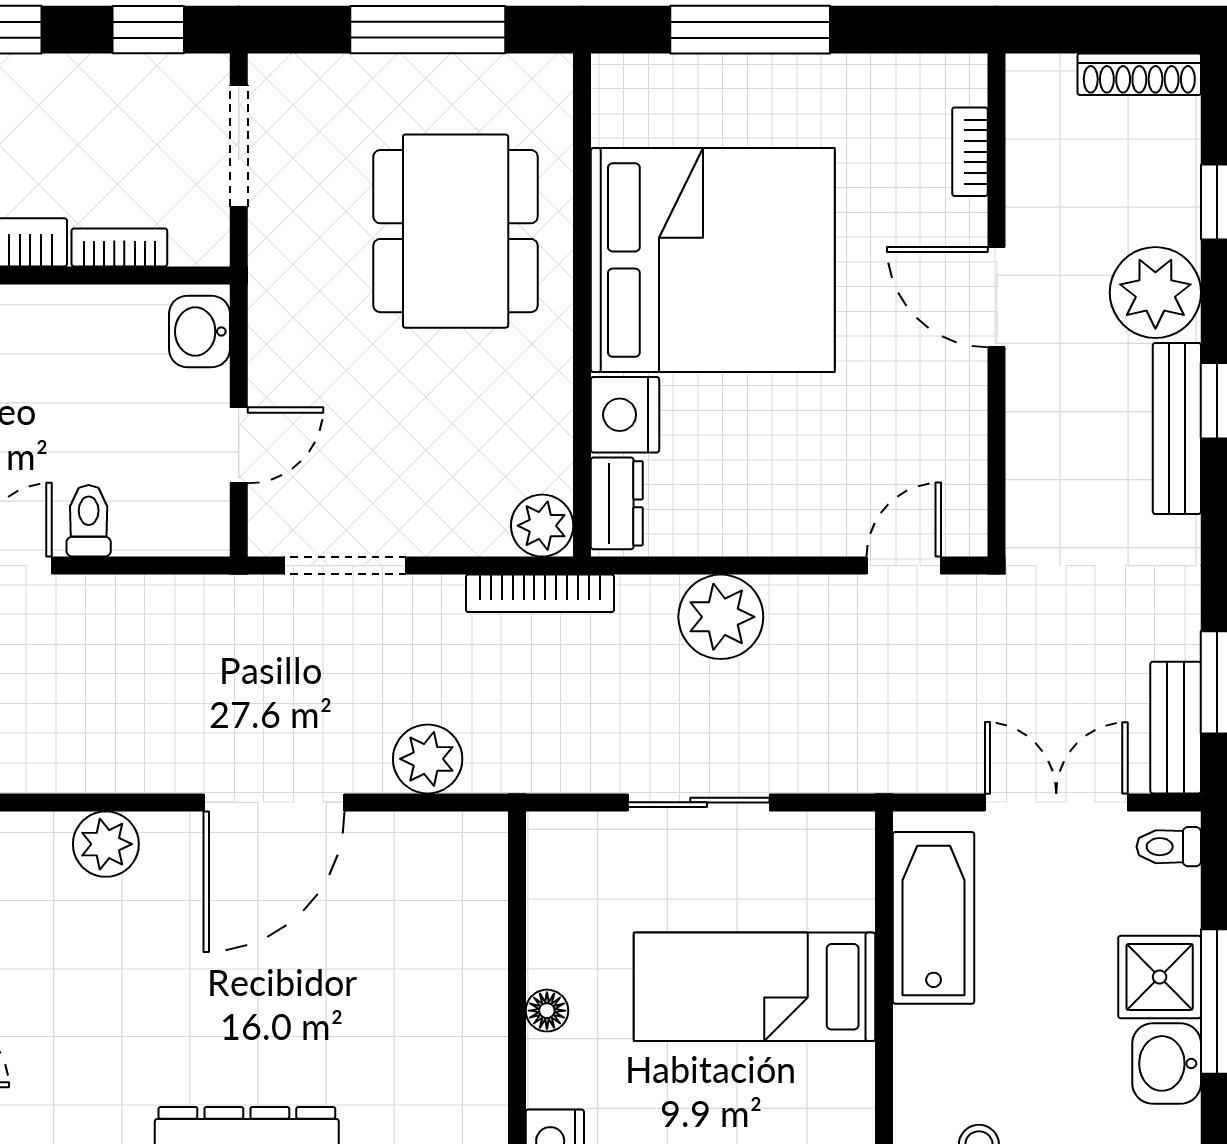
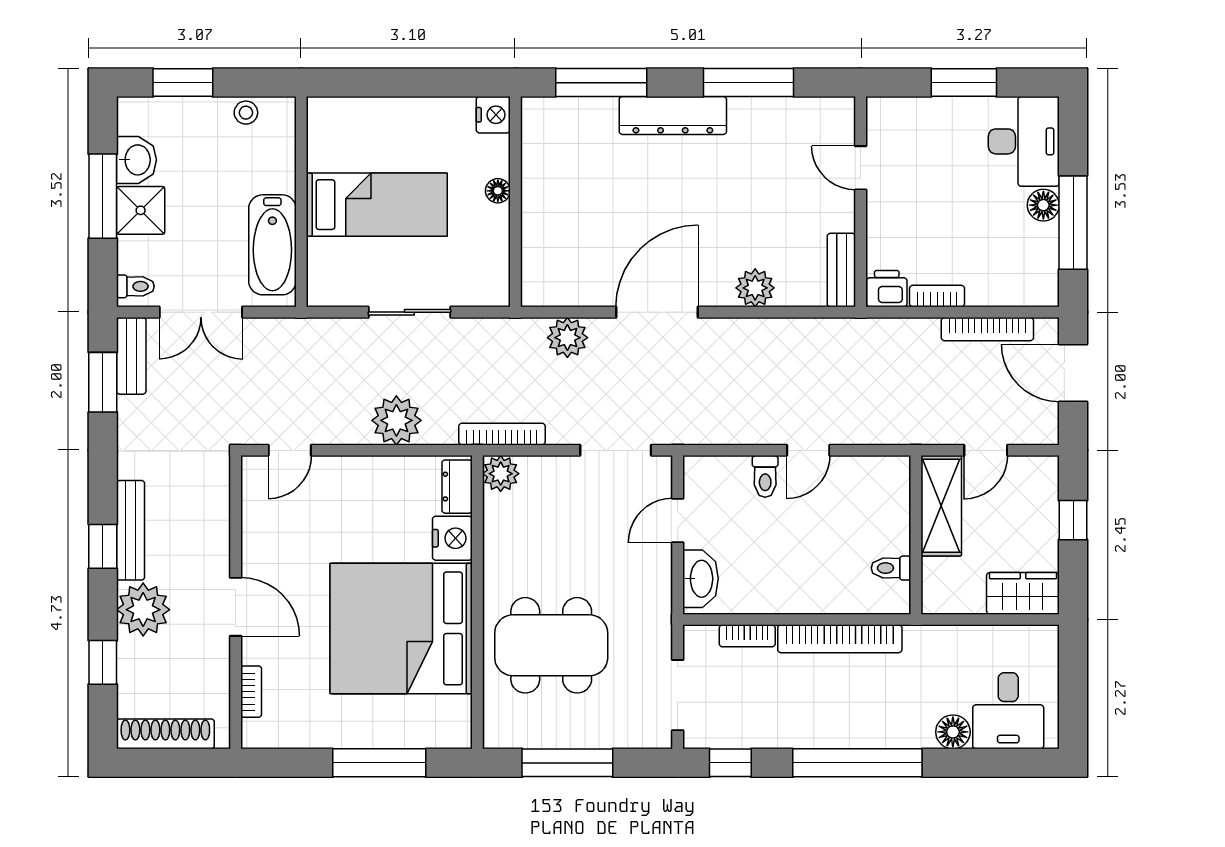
shoe rack: (1139, 74) -> (165, 734), width x1.36, depth x1.24
dining table: (456, 231) -> (551, 645), turned 90
washbasin: (199, 331) -> (701, 579), width x1.38

